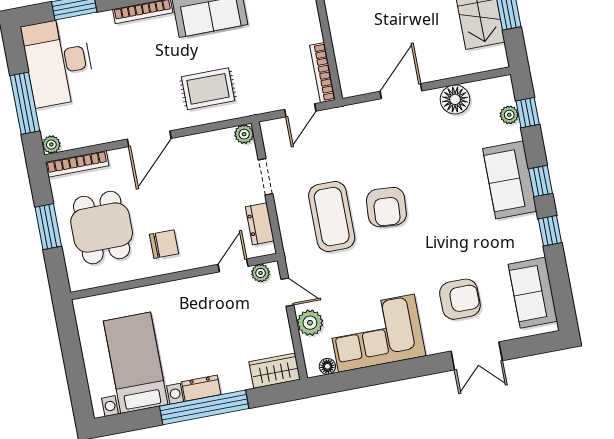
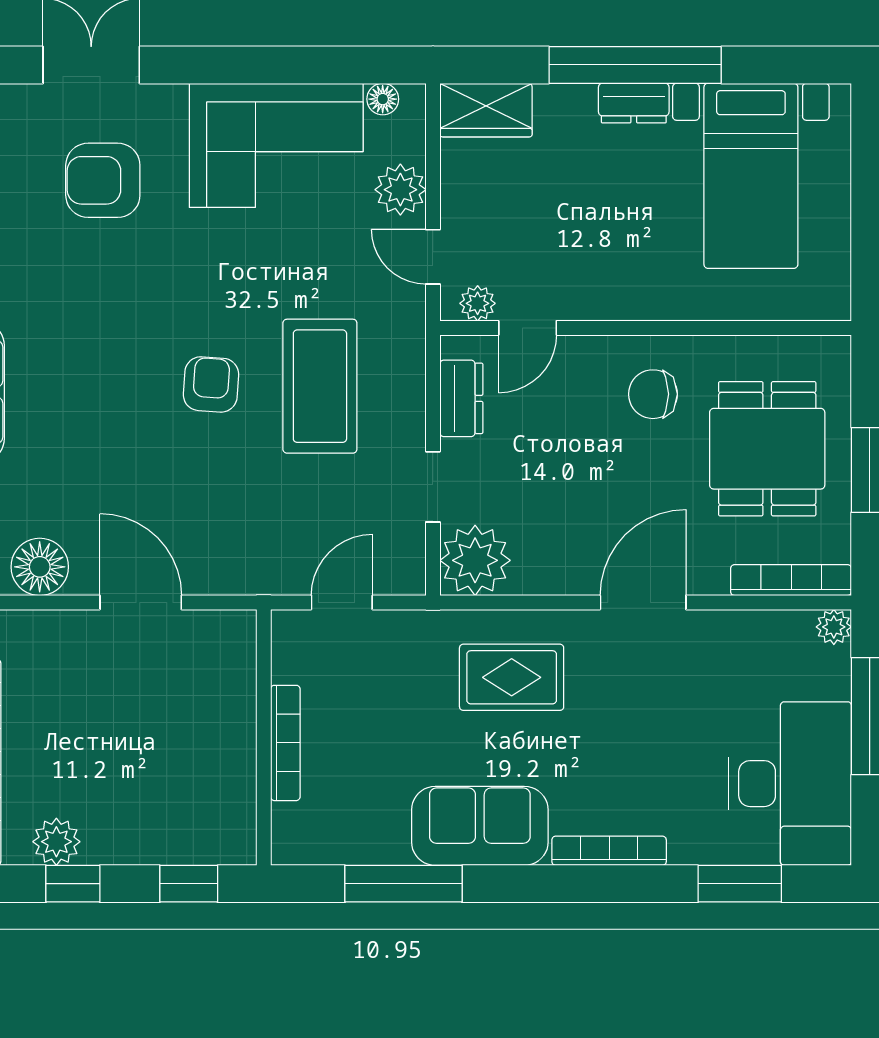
bookcase: (322, 73) -> (285, 743), moved
door: (401, 91) -> (141, 602), swing flipped
plant: (244, 134) -> (475, 560), width x1.87, depth x1.87
armchair: (386, 207) -> (211, 384), width x0.72, depth x0.72

